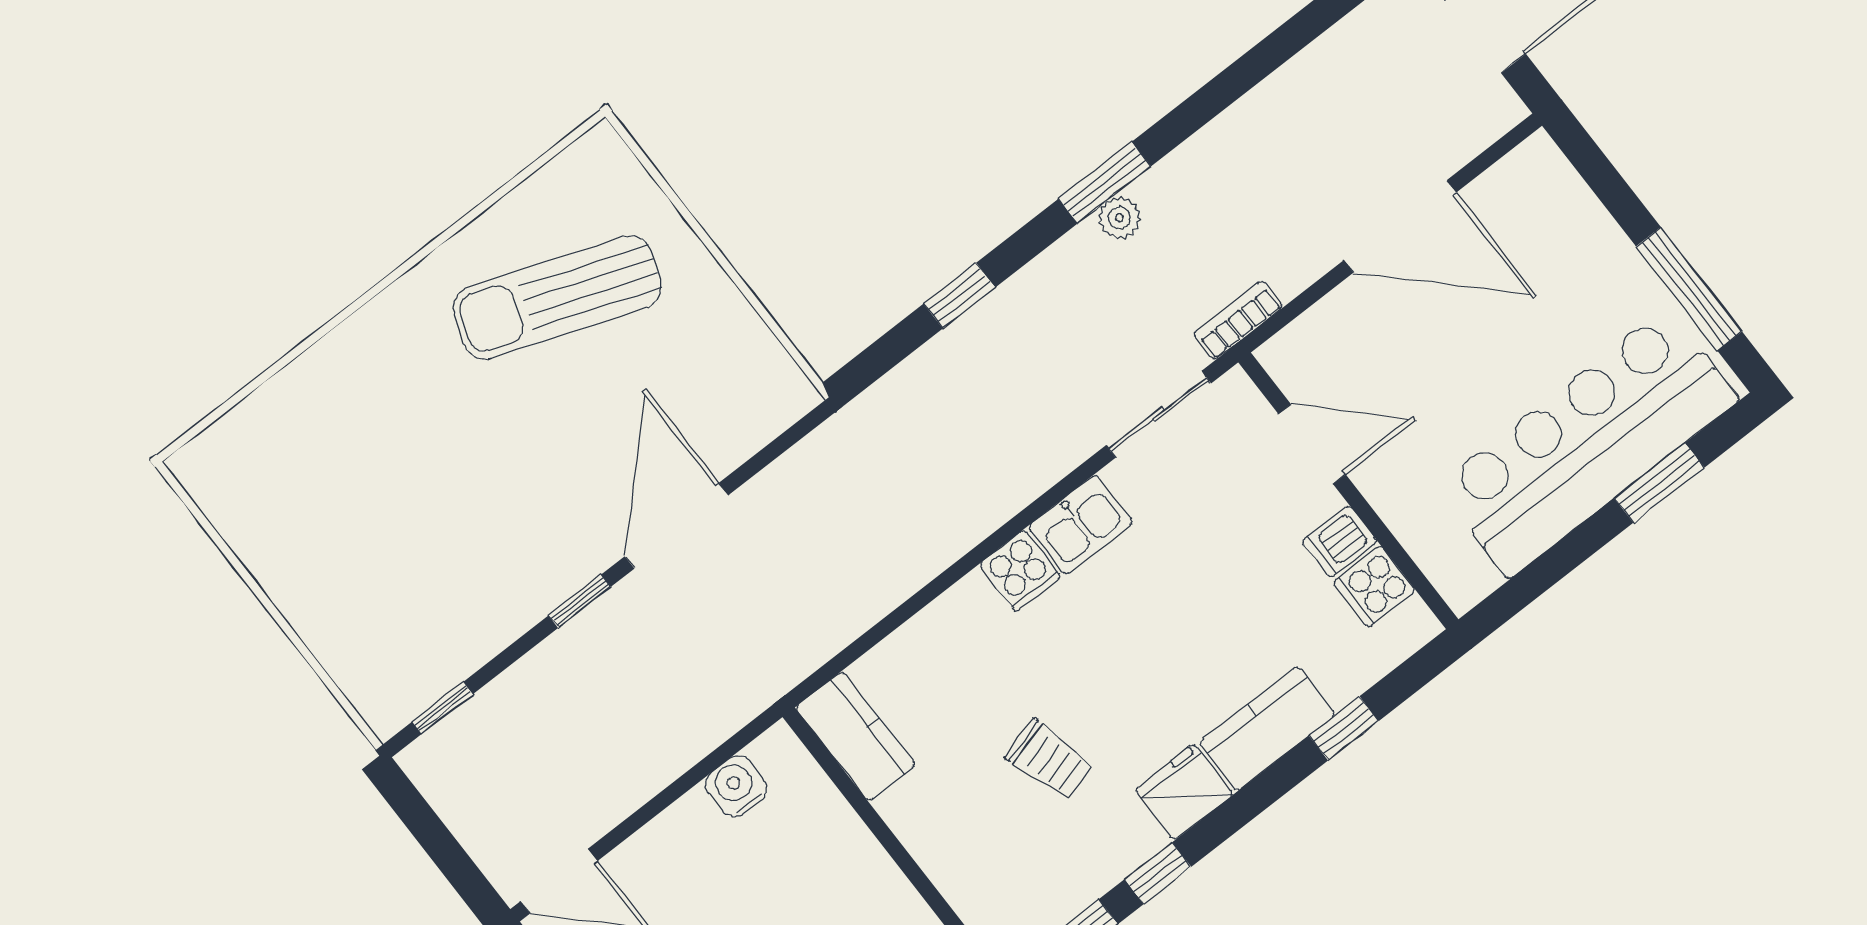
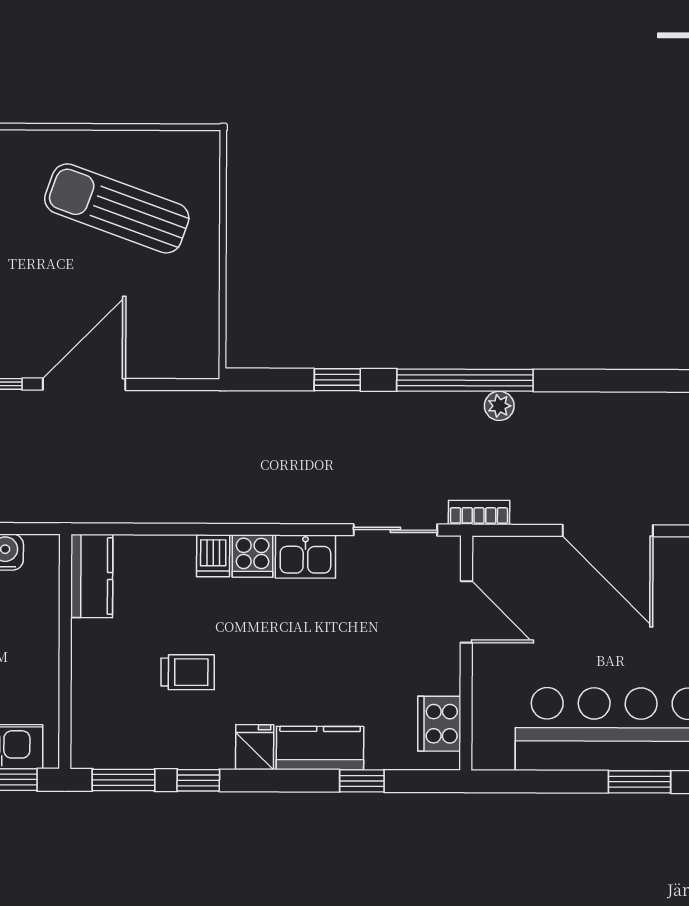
window: (1105, 183) -> (465, 380), width x2.11
plant: (1119, 218) -> (499, 406), moved
dishwasher: (1339, 542) -> (213, 556), moved, turned -90
cooker: (1374, 587) -> (439, 724), width x1.36
trolley: (1050, 760) -> (188, 672), turned -74
fridge: (1184, 792) -> (255, 747), width x0.72

